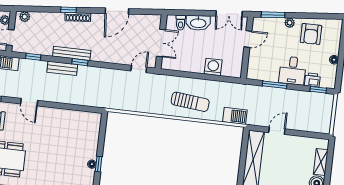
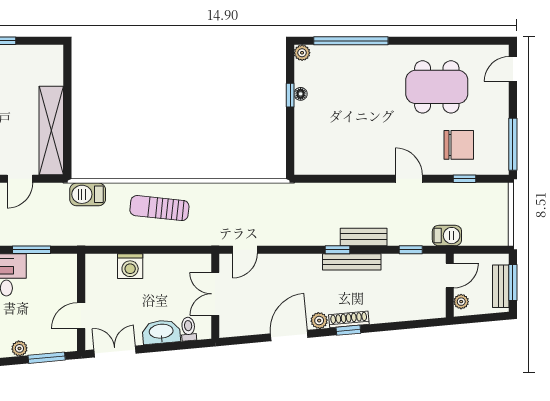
window: (69, 10) -> (348, 330), moved
plant: (25, 17) -> (319, 321), moved

